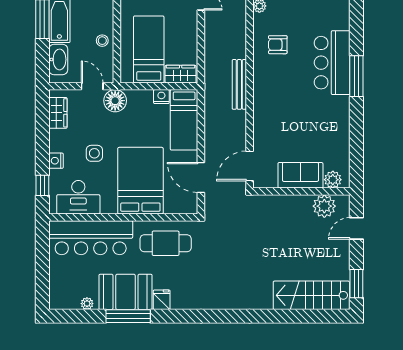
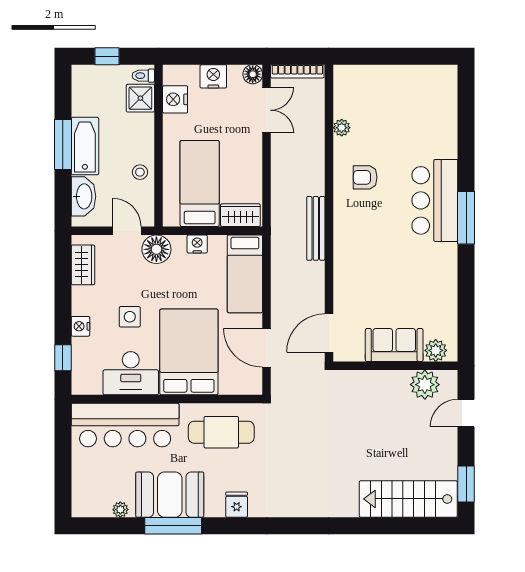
nightstand: (161, 97) -> (197, 244), moved
desk: (78, 197) -> (131, 373), moved
fridge: (162, 300) -> (237, 505), moved

